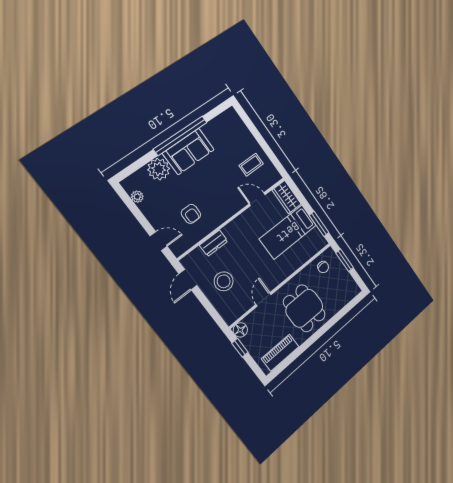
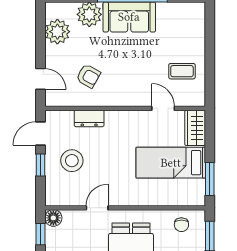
plant: (137, 197) -> (57, 32), width x1.87, depth x1.87
armchair: (191, 214) -> (88, 76), turned -61
window: (205, 301) -> (41, 165), added

